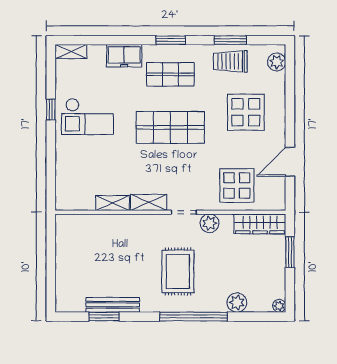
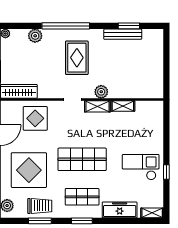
freezer: (124, 56) -> (120, 210), width x1.40
display table: (246, 112) -> (29, 170), width x1.36, depth x1.36
plant: (209, 223) -> (101, 92), moved

